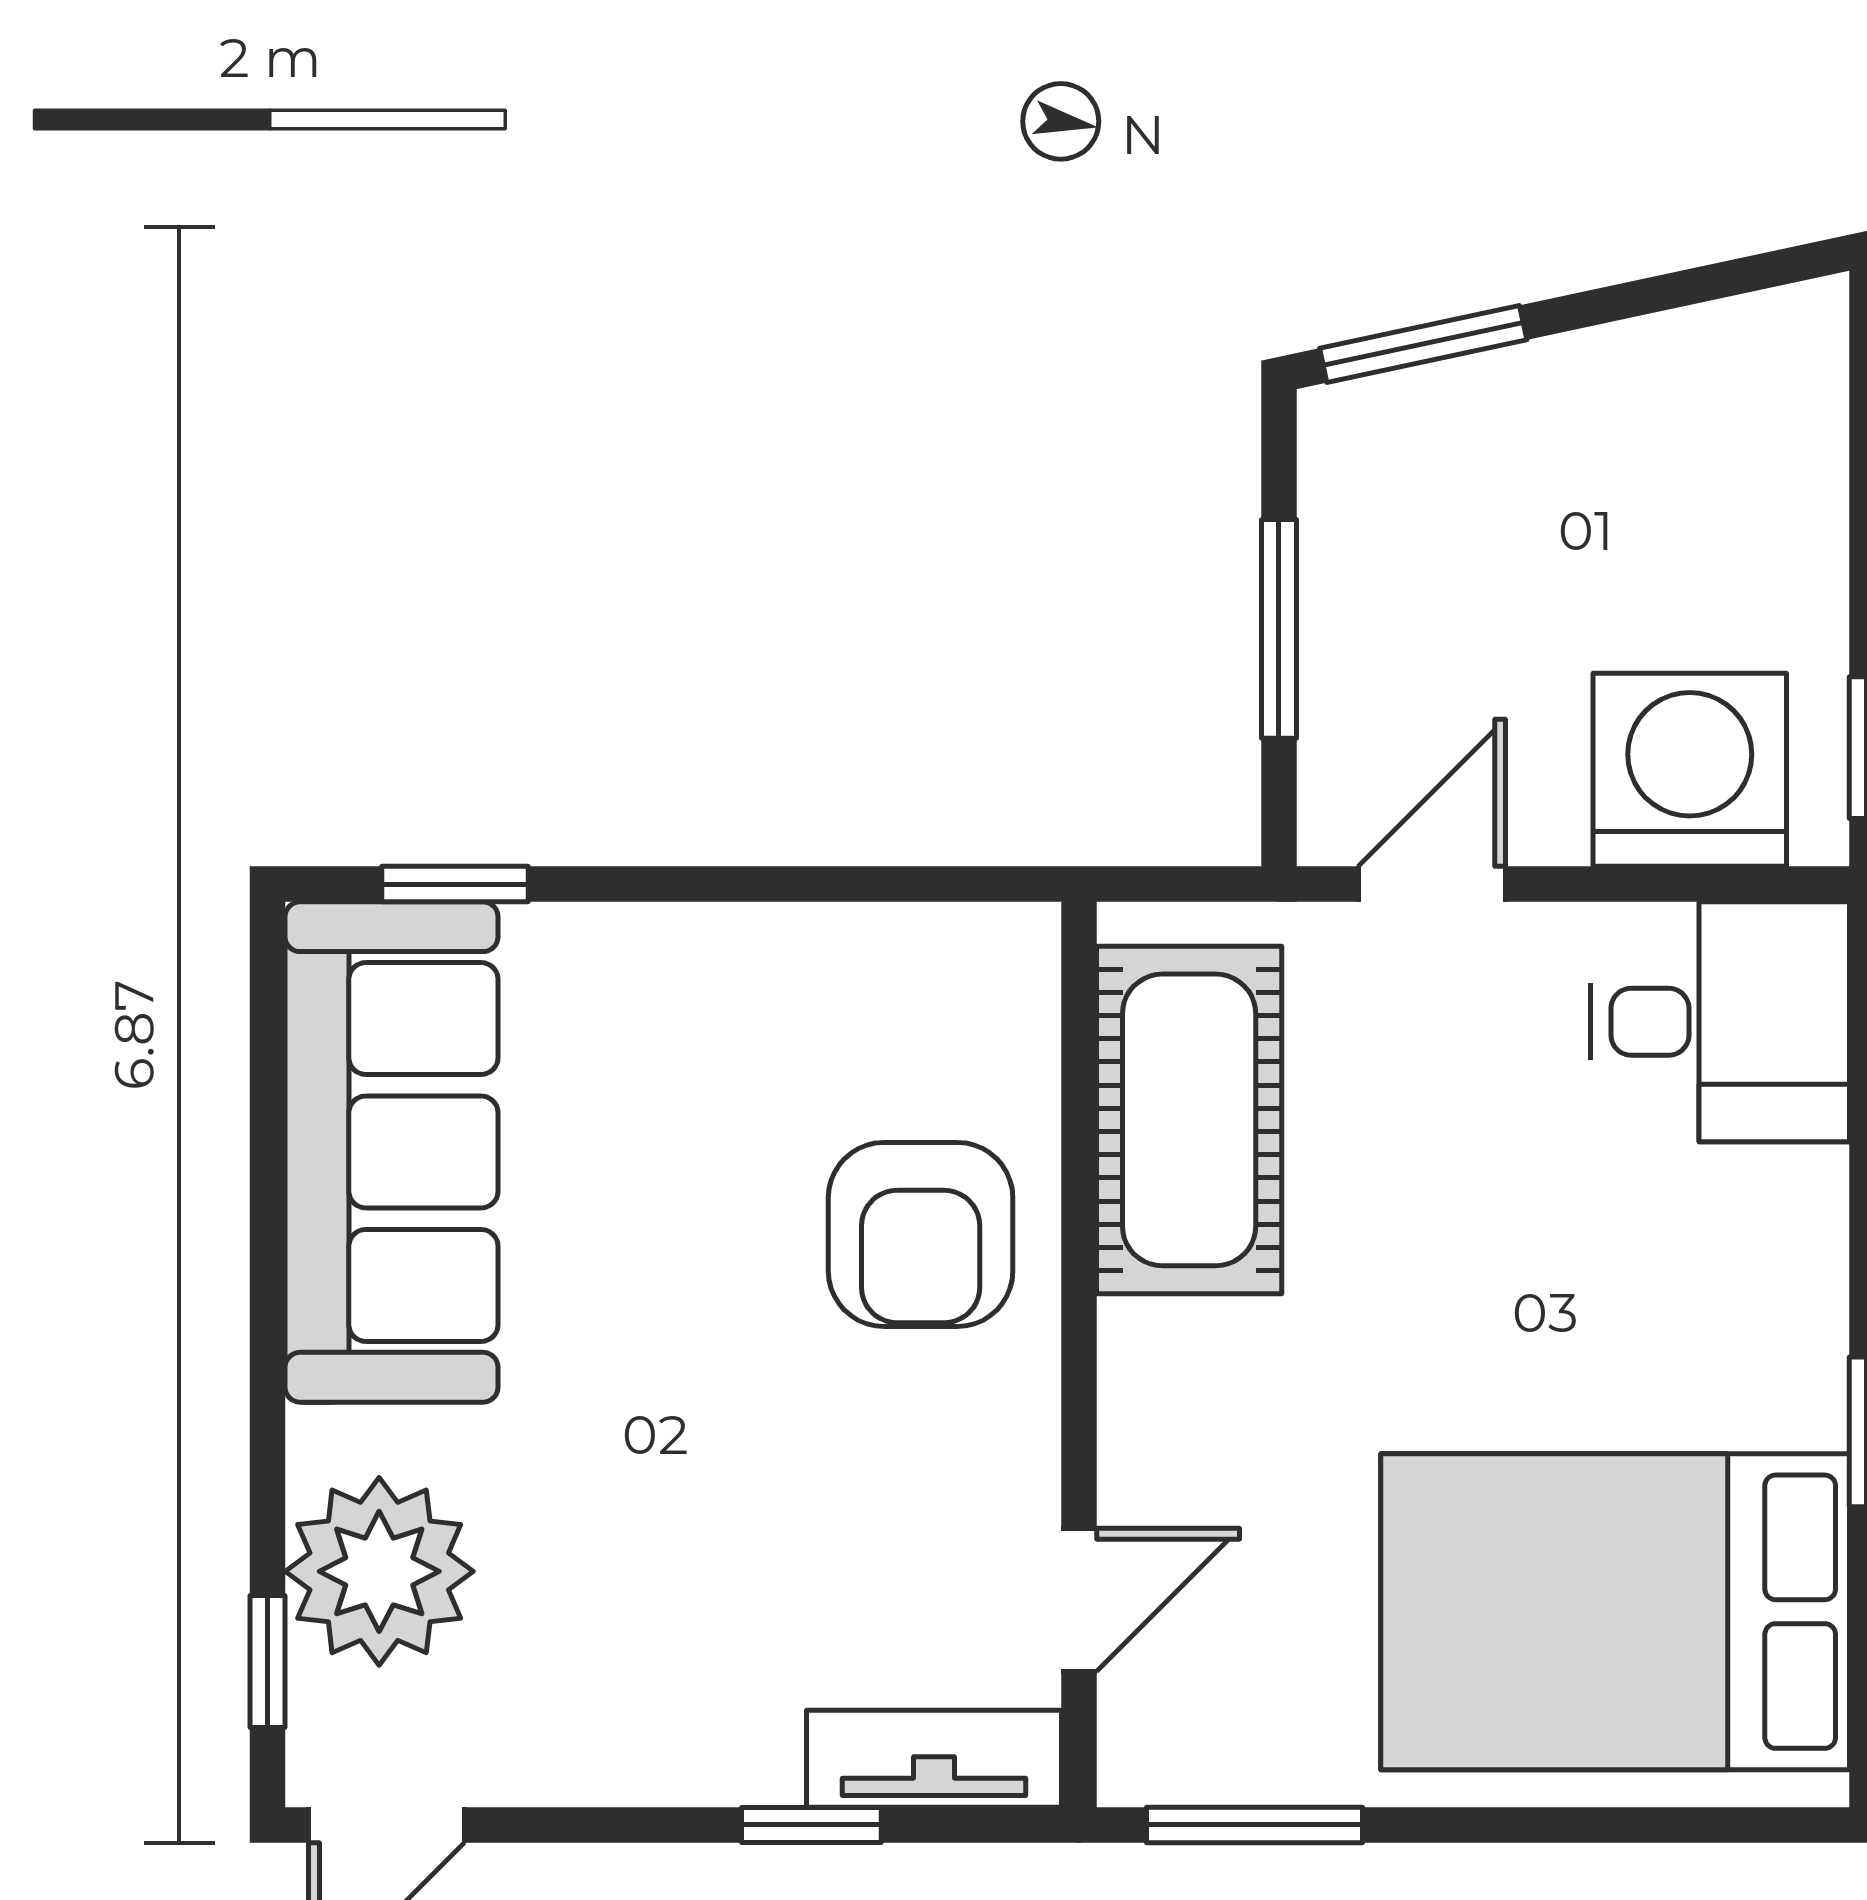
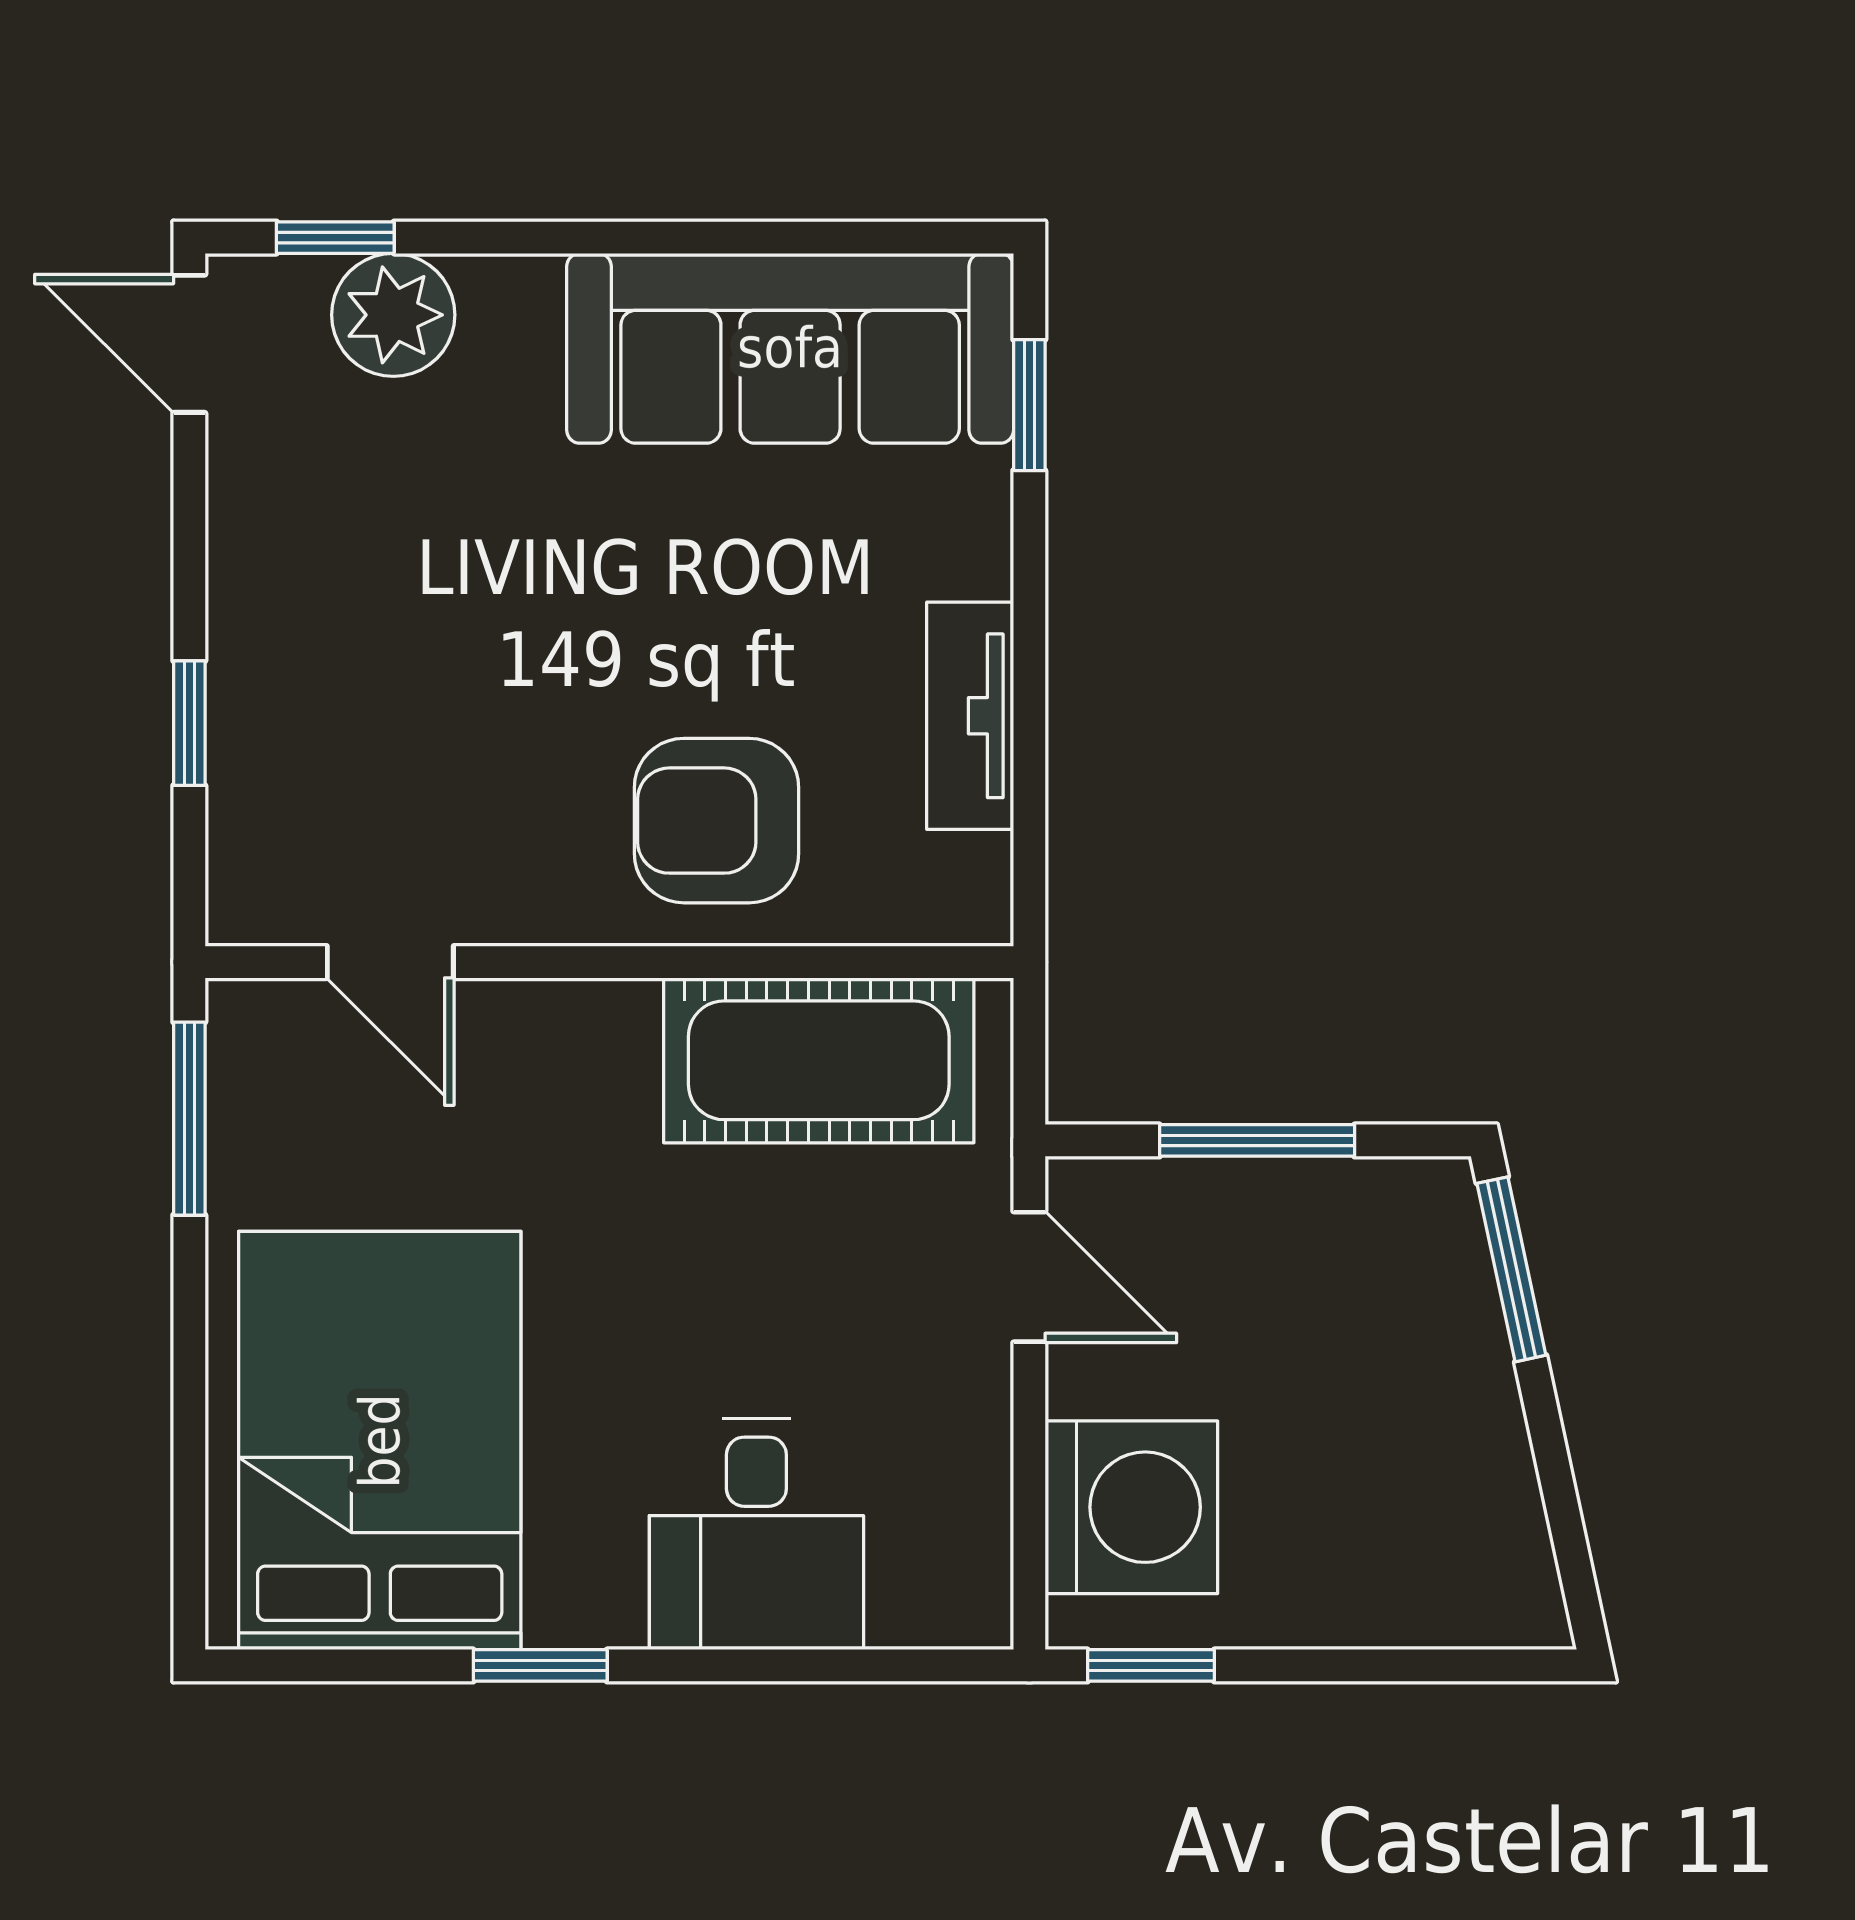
desk: (1720, 1022) -> (756, 1534), moved
plant: (379, 1571) -> (393, 315), width x0.73, depth x0.73
tv unit: (934, 1759) -> (970, 716), moved, turned 180

